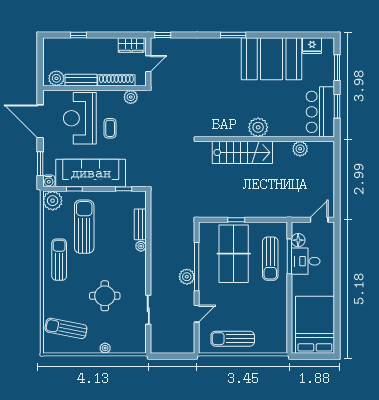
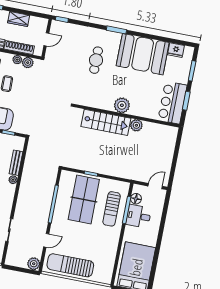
wardrobe: (131, 45) -> (19, 19), moved
cafe table: (215, 77) -> (96, 60), added
plant: (117, 96) -> (17, 60), added
plant: (300, 149) -> (136, 125), moved
plant: (187, 277) -> (34, 264), moved
sun lounger: (233, 339) -> (70, 265), width x1.36, depth x1.34

